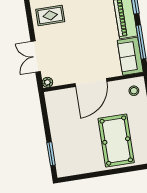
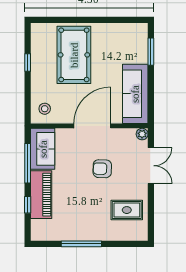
armchair: (77, 47) -> (102, 169), added
sofa: (59, 116) -> (135, 94), added

